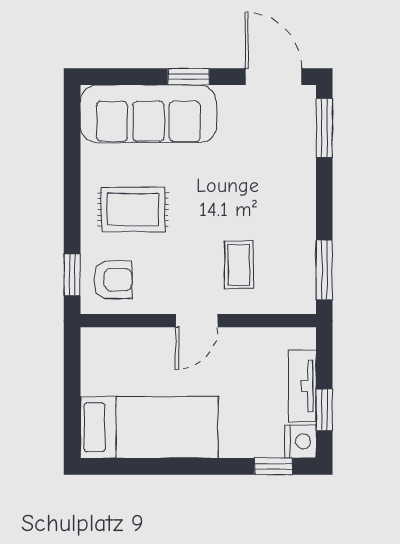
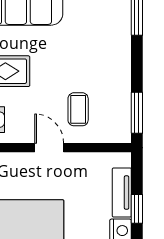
door: (197, 321) -> (49, 148), swing flipped

